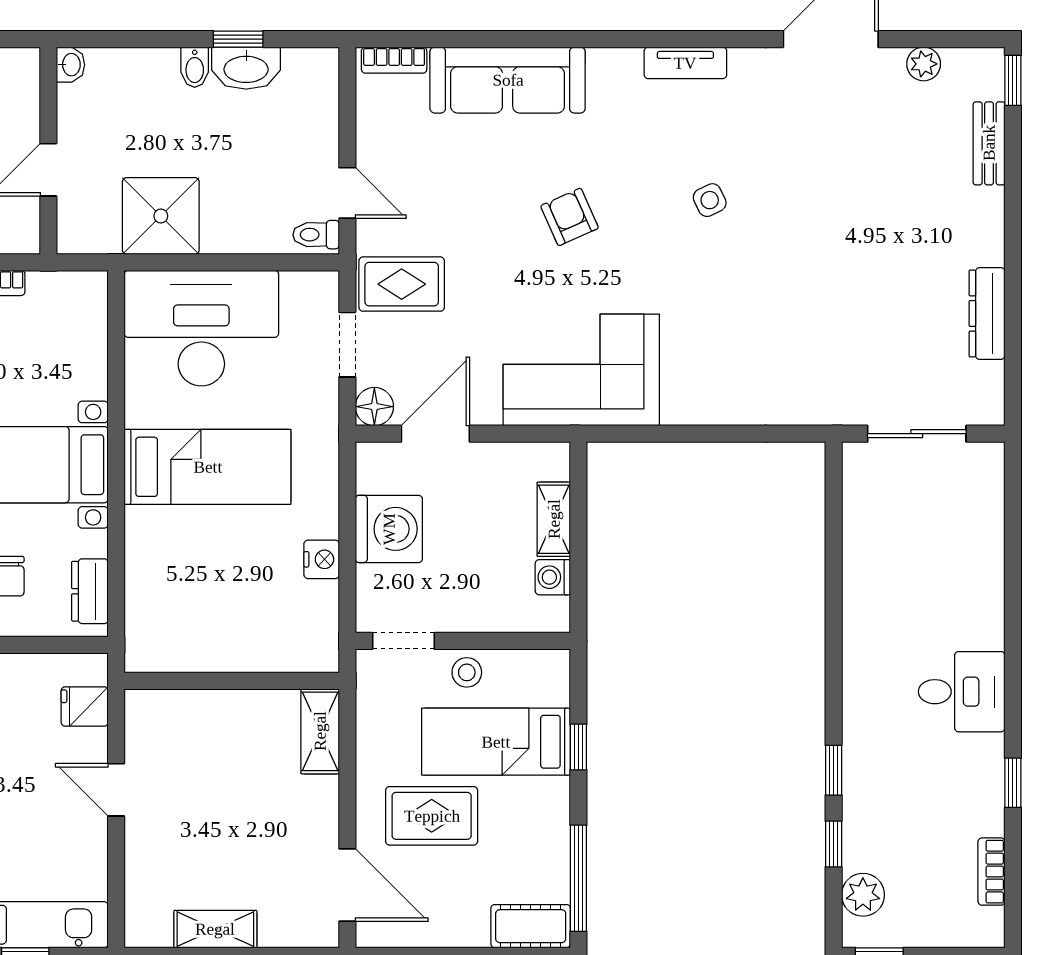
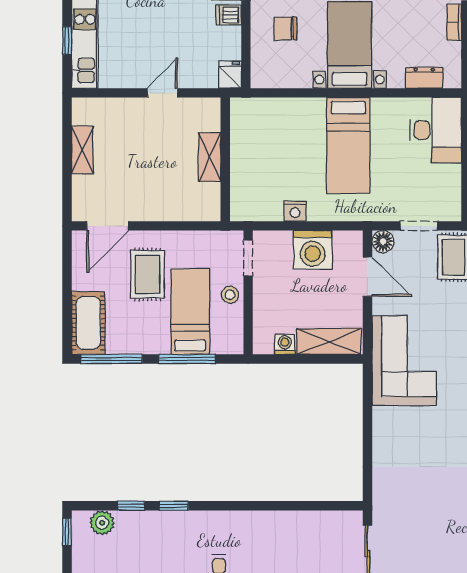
desk: (201, 328) -> (436, 130), width x0.73, depth x0.77
shelving: (554, 519) -> (329, 342), width x1.50, depth x1.33
dresser: (90, 591) -> (424, 78), moved
fridge: (85, 707) -> (230, 75), moved
shelving: (320, 731) -> (210, 157), moved, turned 90
window: (578, 747) -> (187, 359), width x2.17
cot: (531, 926) -> (88, 323), width x1.37, depth x1.34

